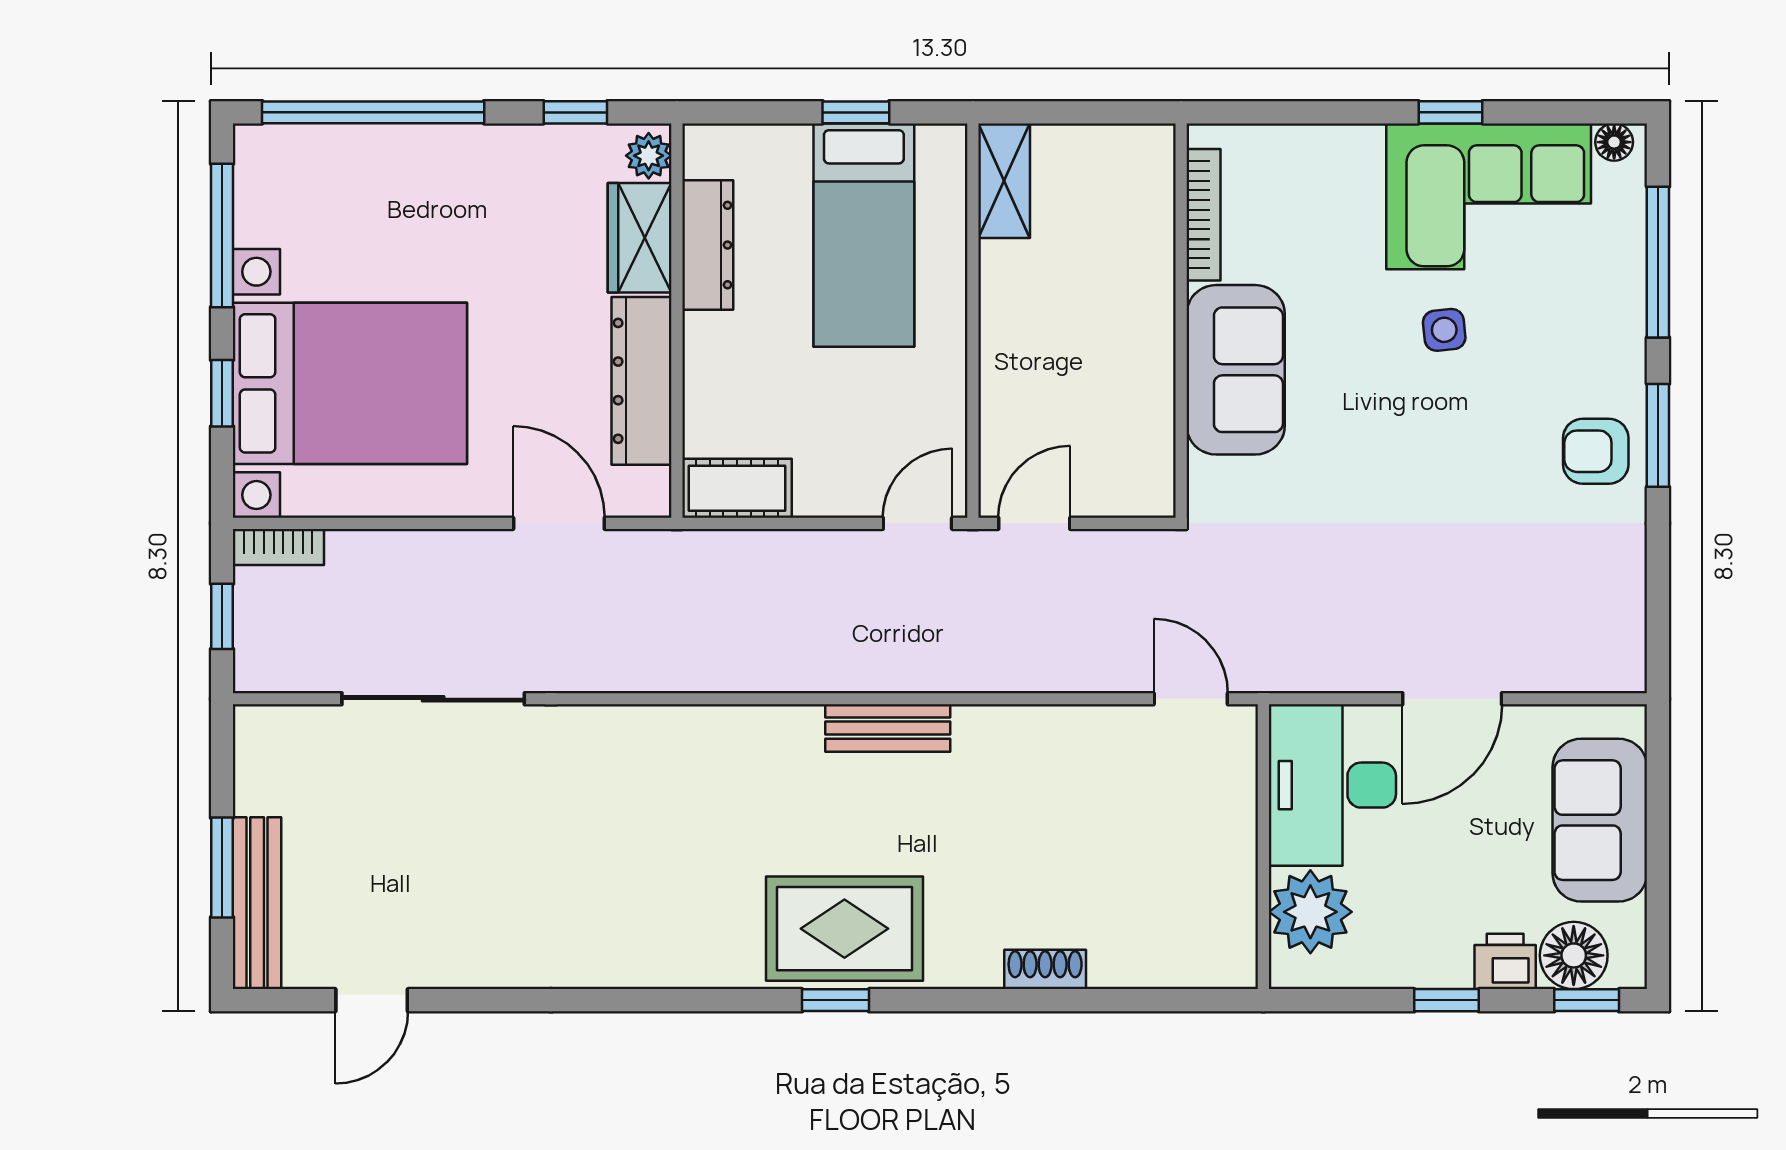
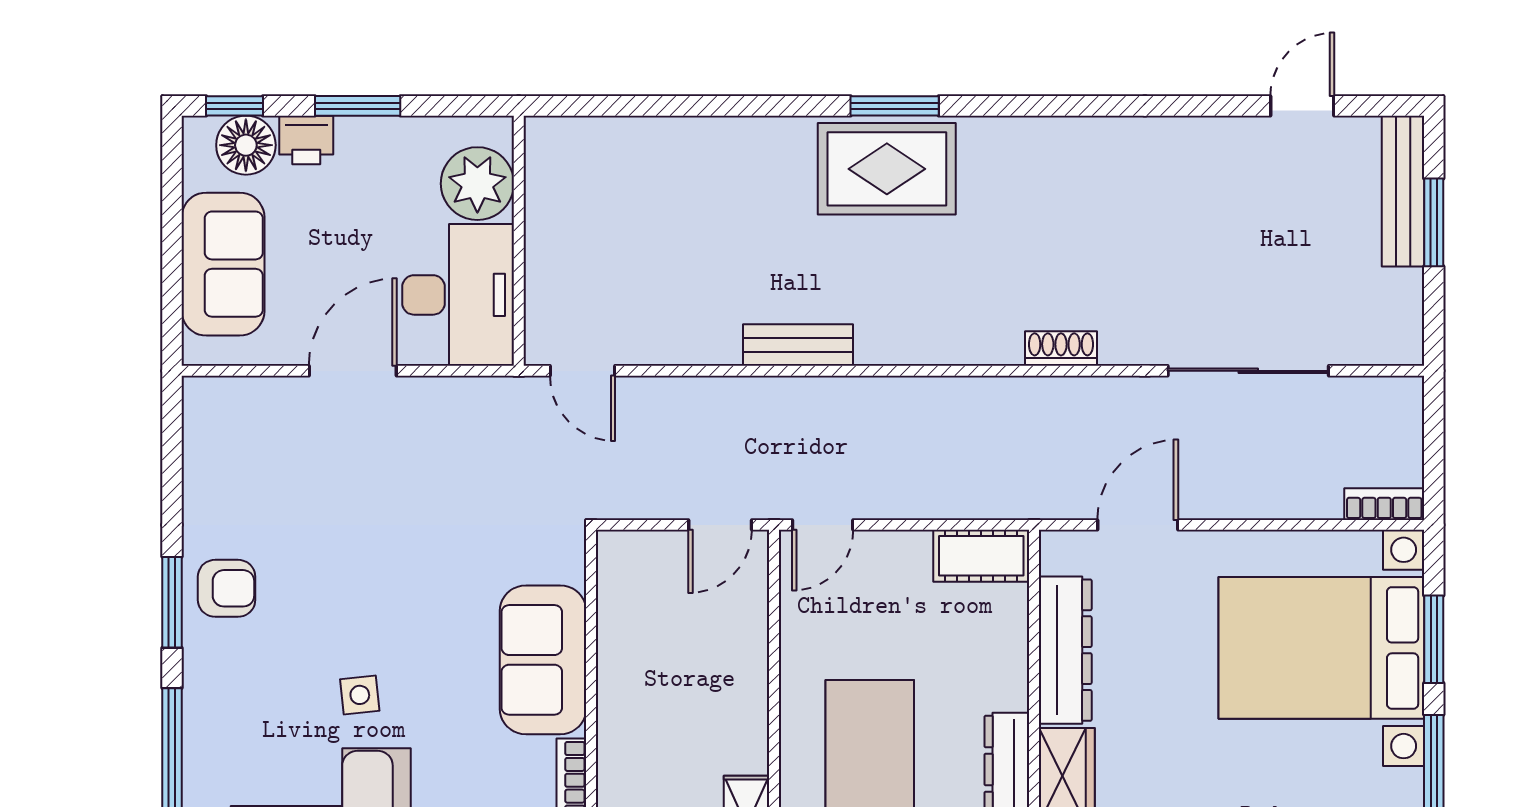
window: (222, 393) -> (1434, 639), width x1.50
door: (559, 523) -> (1138, 525), swing flipped
window: (222, 616) -> (1434, 443), removed
bench: (888, 728) -> (798, 345), moved
shoe rack: (1045, 969) -> (1061, 349), moved, turned 180
window: (836, 1000) -> (895, 106), width x1.50
window: (1447, 1000) -> (358, 106), width x1.50

